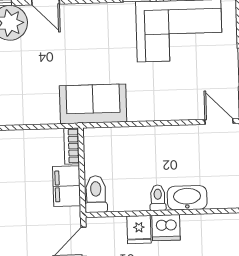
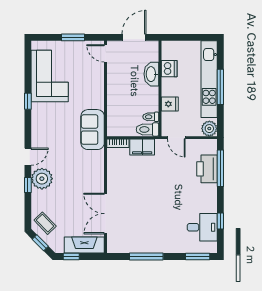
door: (219, 121) -> (106, 53), hinge flipped
toilet: (158, 198) -> (151, 117), moved
dishwasher: (166, 228) -> (169, 69), moved

